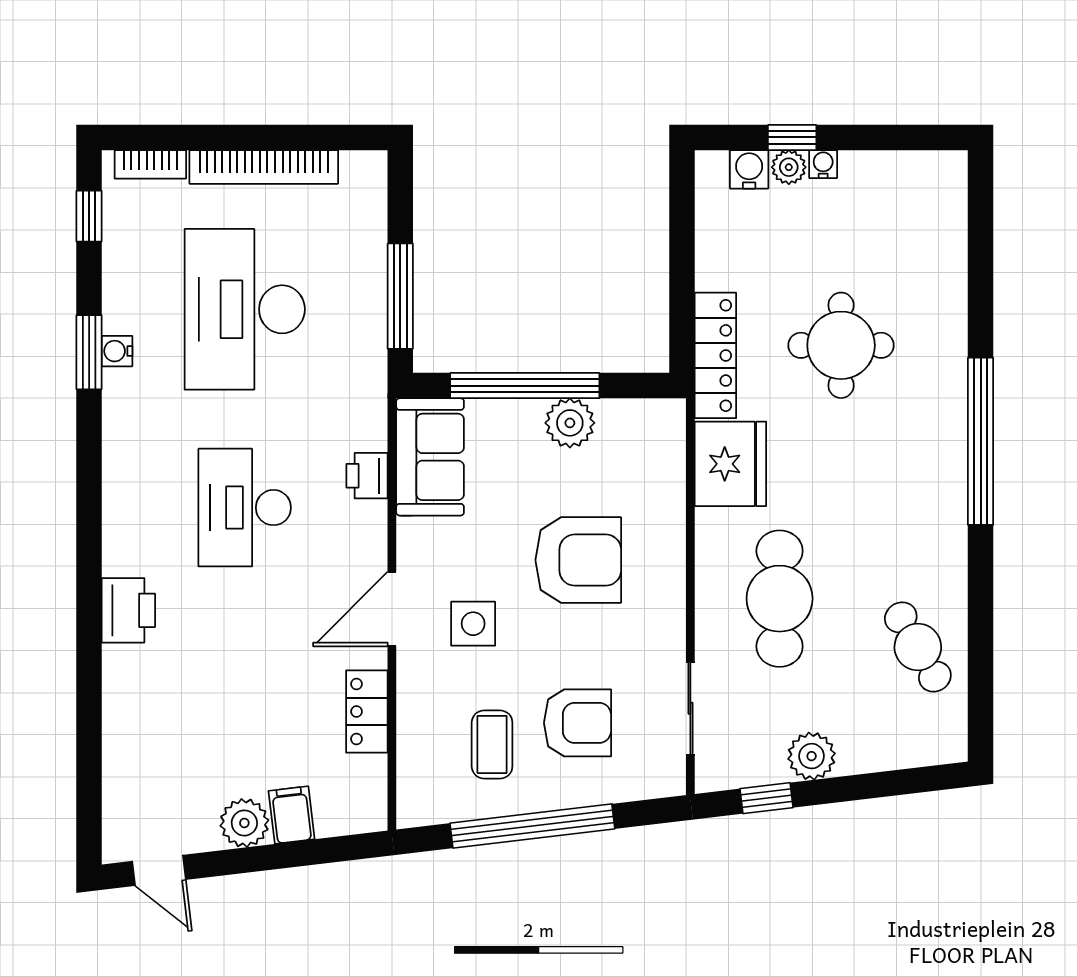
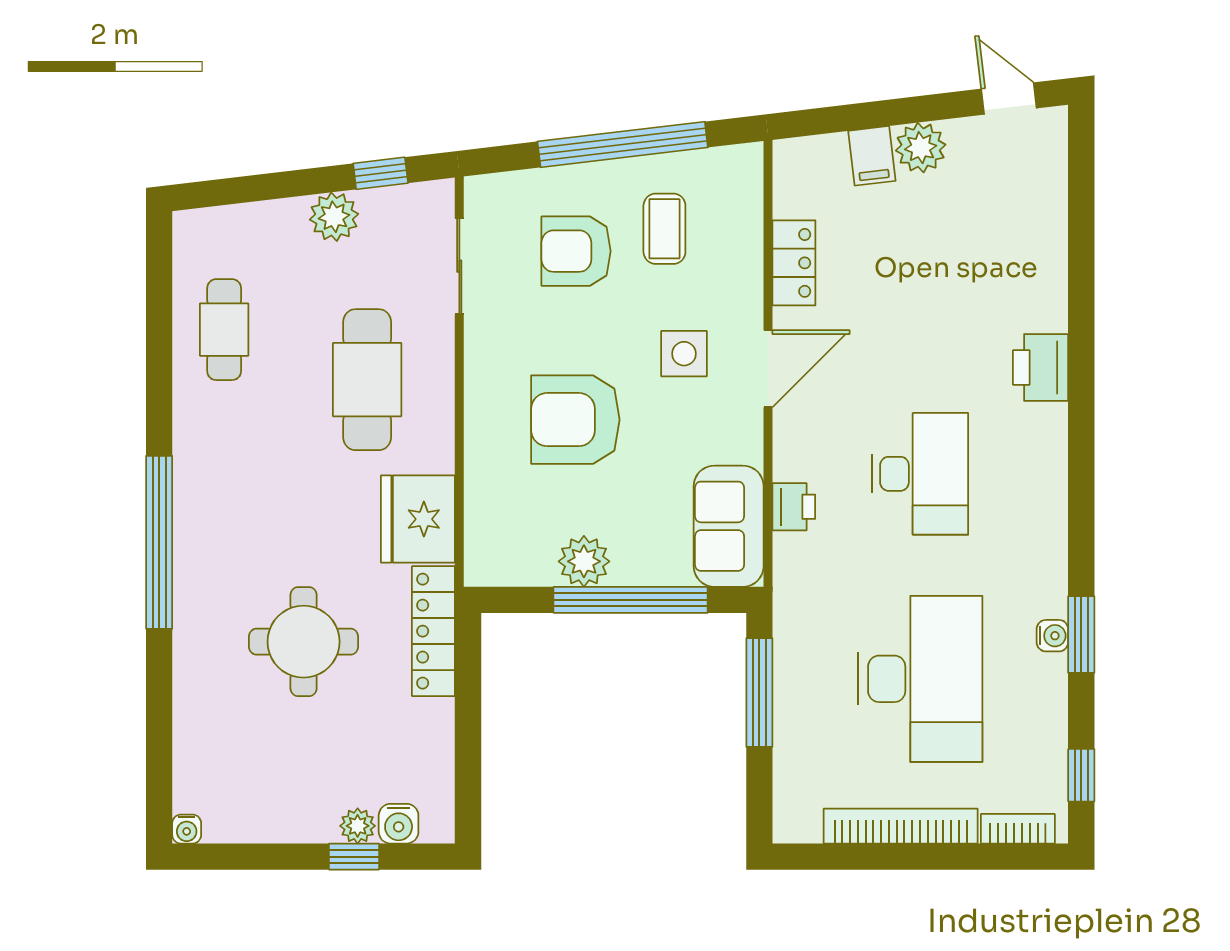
water cooler: (823, 164) -> (187, 829), moved
cafe table: (918, 647) -> (224, 330), turned 30

